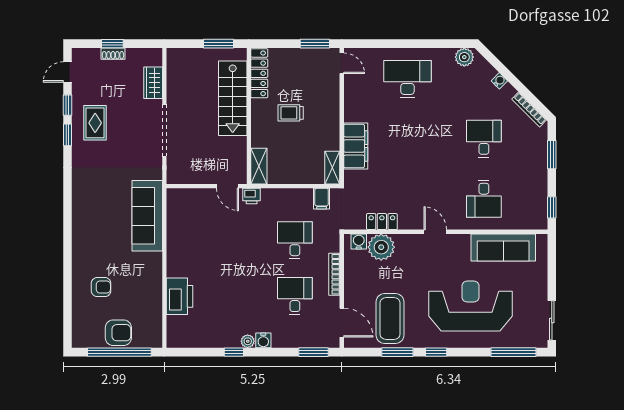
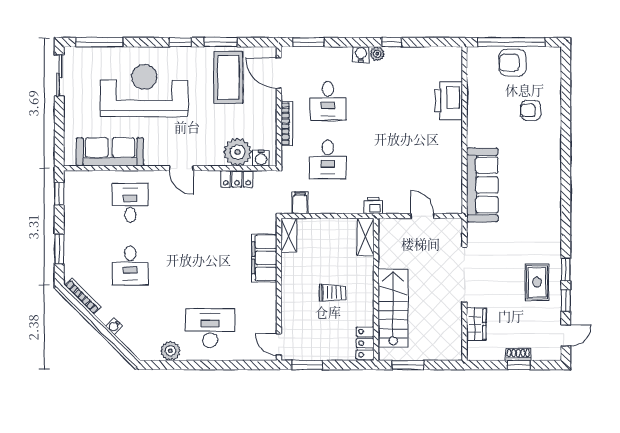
plant: (464, 57) -> (171, 351), moved
locker: (259, 73) -> (365, 343), width x0.66
desk: (407, 79) -> (210, 328), turned 180
door: (228, 186) -> (422, 216), moved
reception desk: (470, 306) -> (144, 90), turned 180

